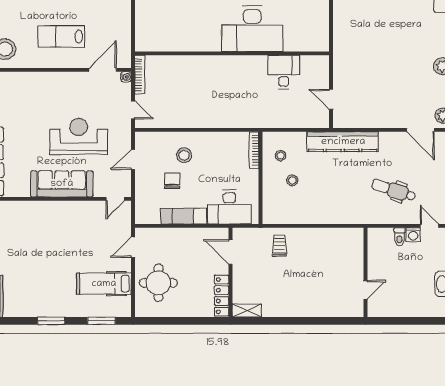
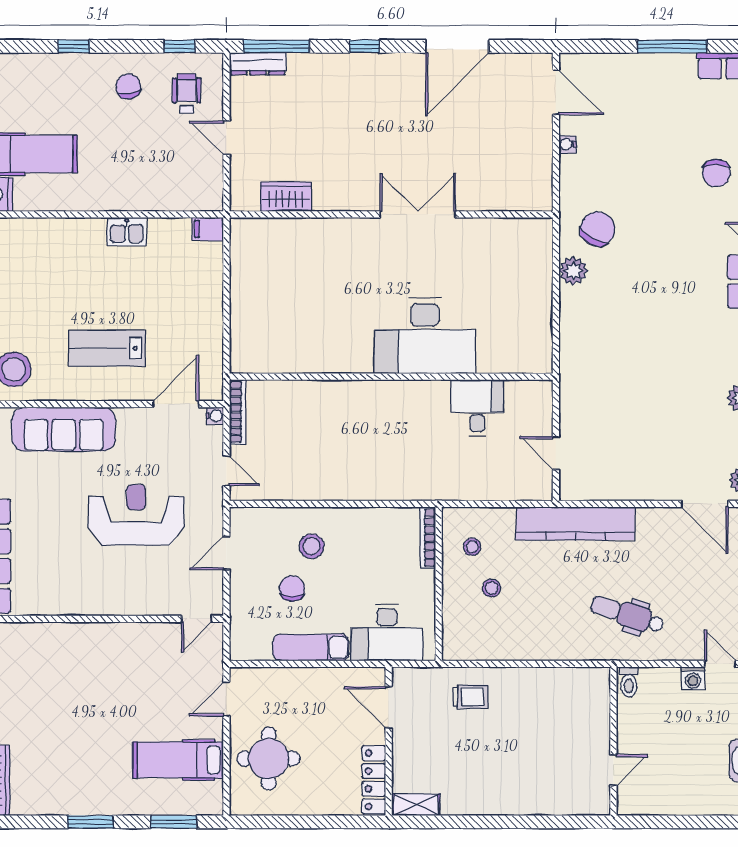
sofa: (62, 184) -> (64, 429), moved, turned 180
dental chair: (394, 190) -> (627, 615), moved
toilet: (399, 237) -> (629, 682), moved
trolley: (279, 246) -> (470, 697), turned 90

